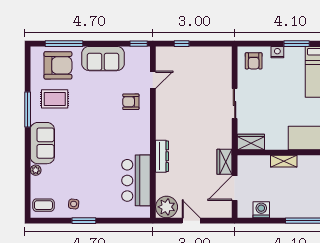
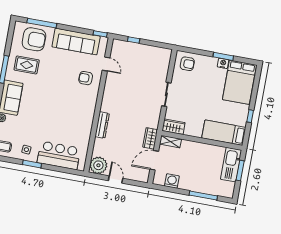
nightstand: (277, 52) -> (223, 63), moved
sofa: (103, 59) -> (76, 41), width x1.36
armchair: (254, 61) -> (187, 64), turned -90
door: (153, 80) -> (106, 64), hinge flipped
shelving: (284, 161) -> (170, 142), moved
bar counter: (136, 180) -> (59, 155), moved, turned 90

